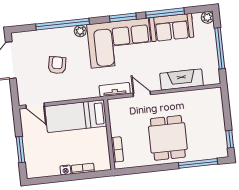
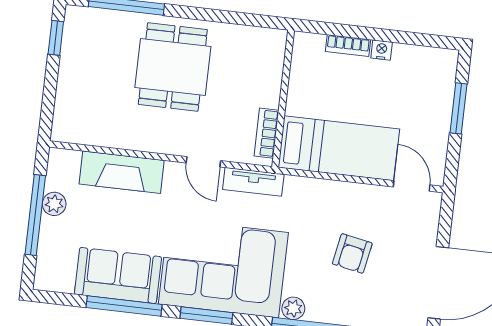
plant: (207, 17) -> (54, 204), moved
bookcase: (117, 149) -> (266, 133), moved

